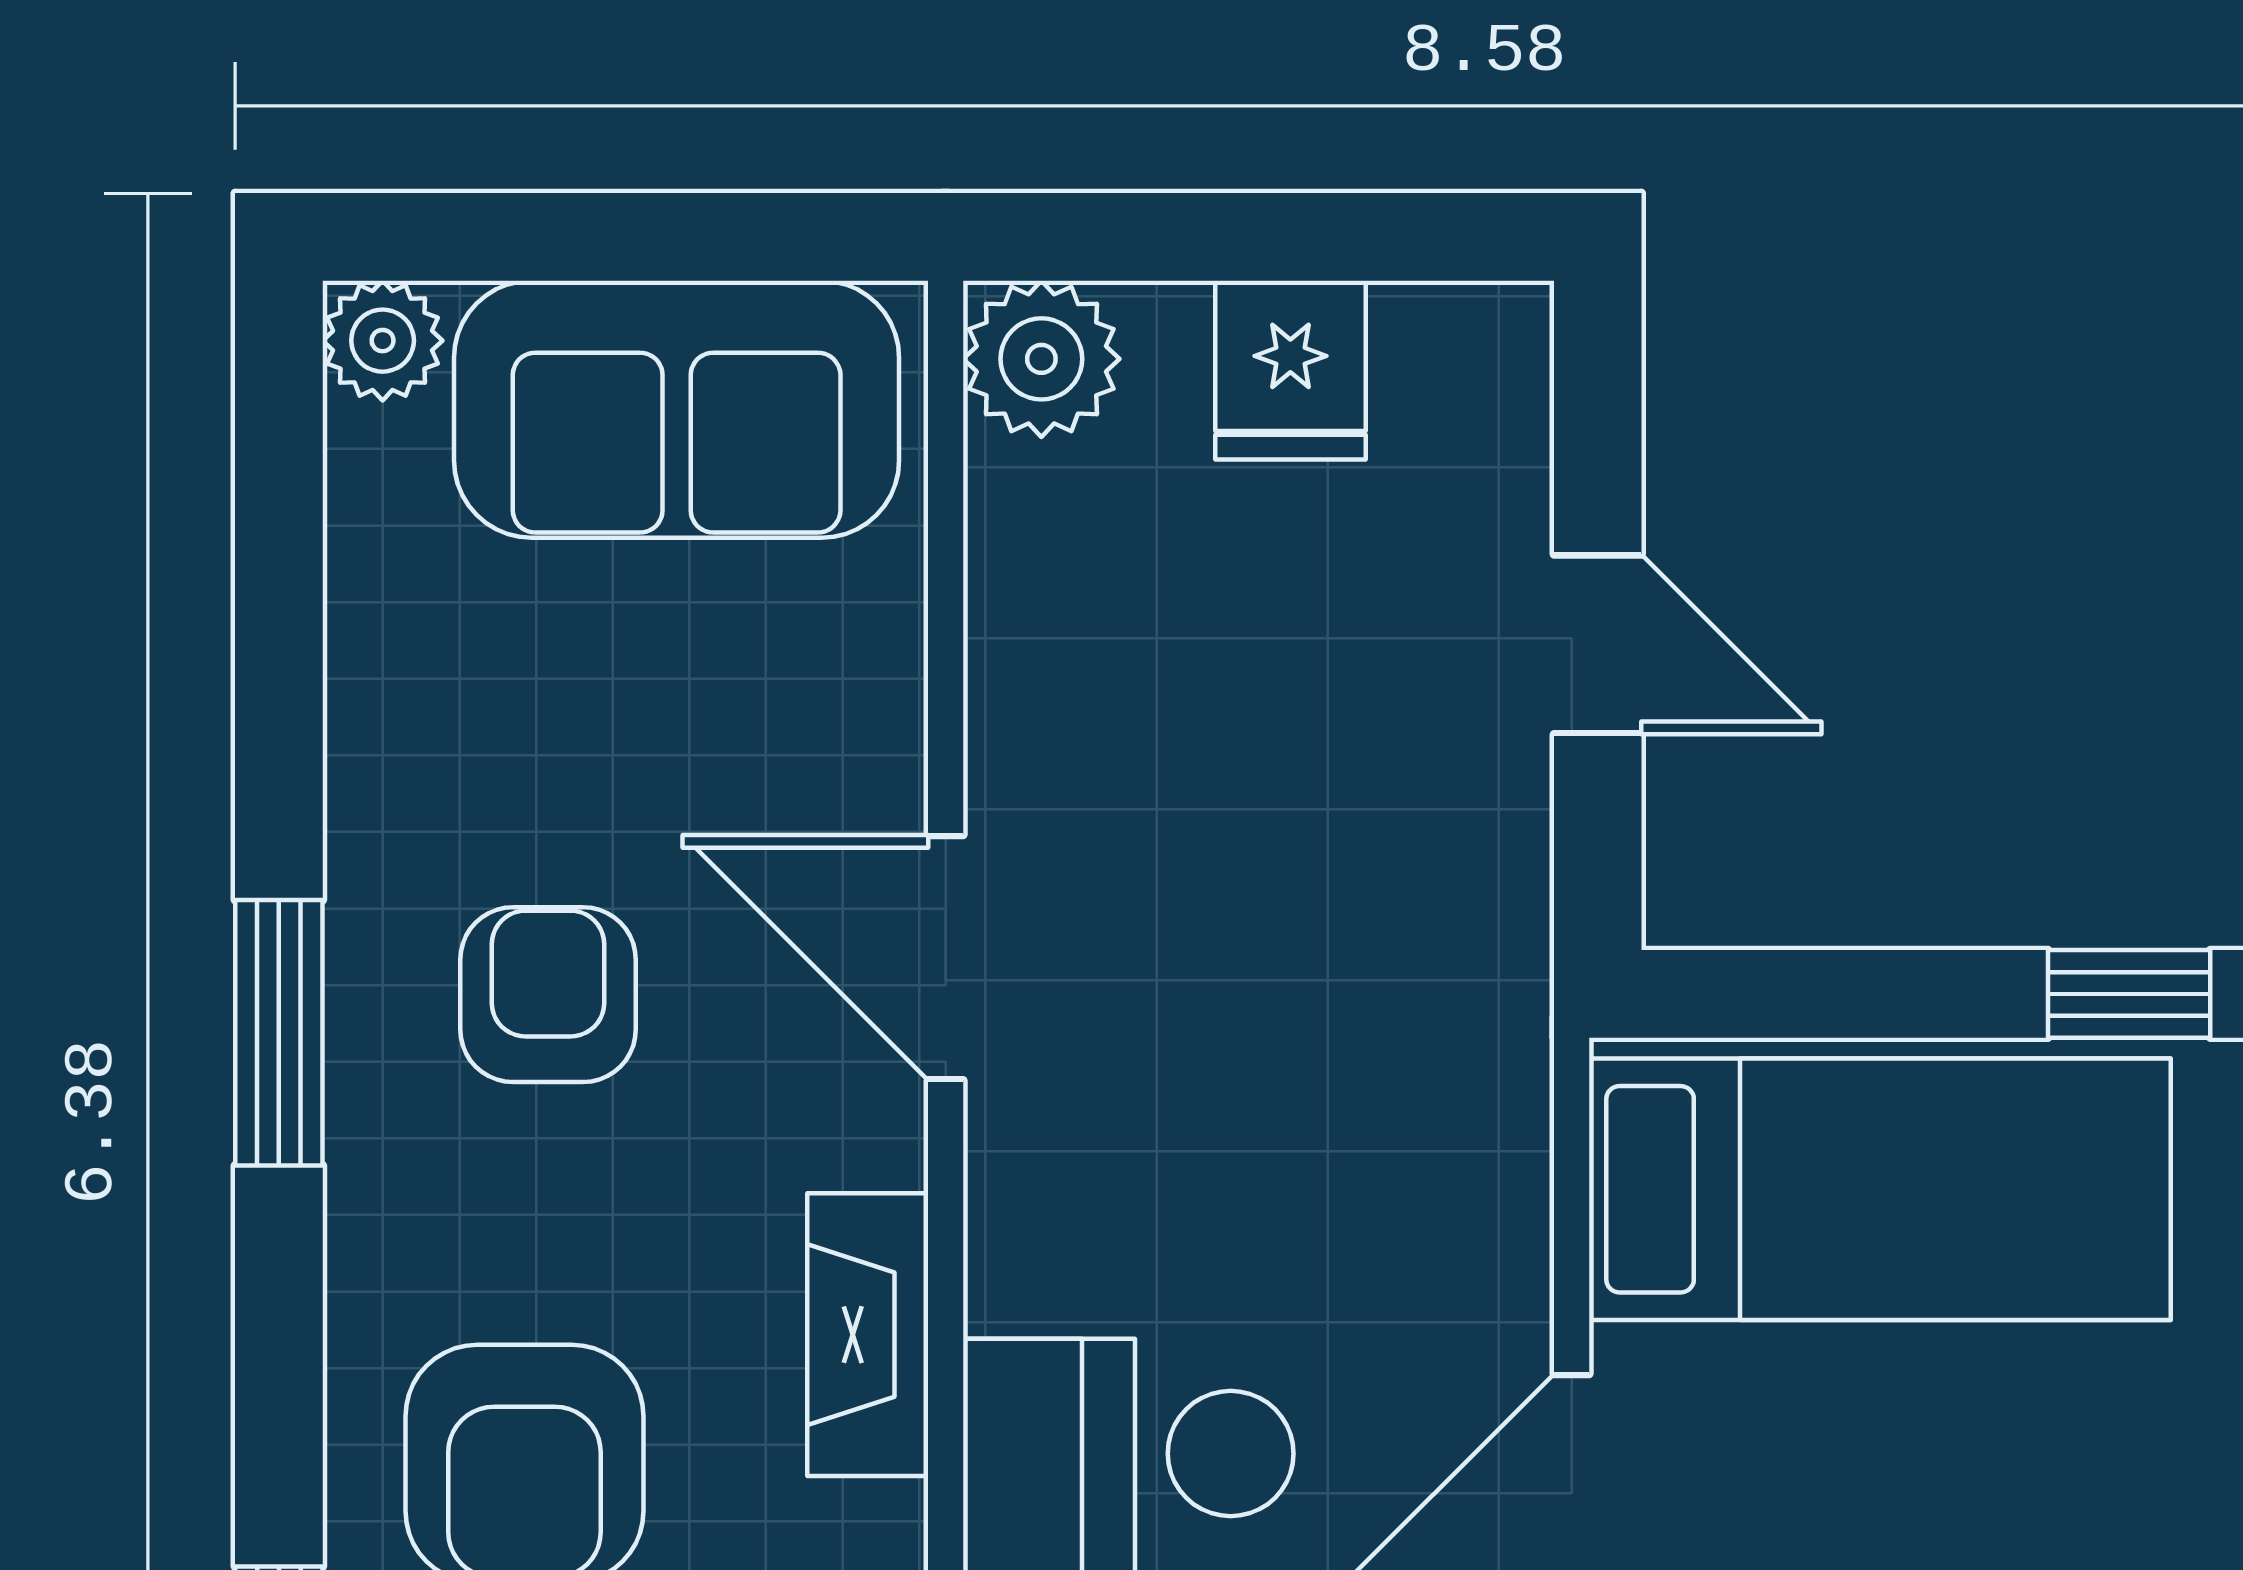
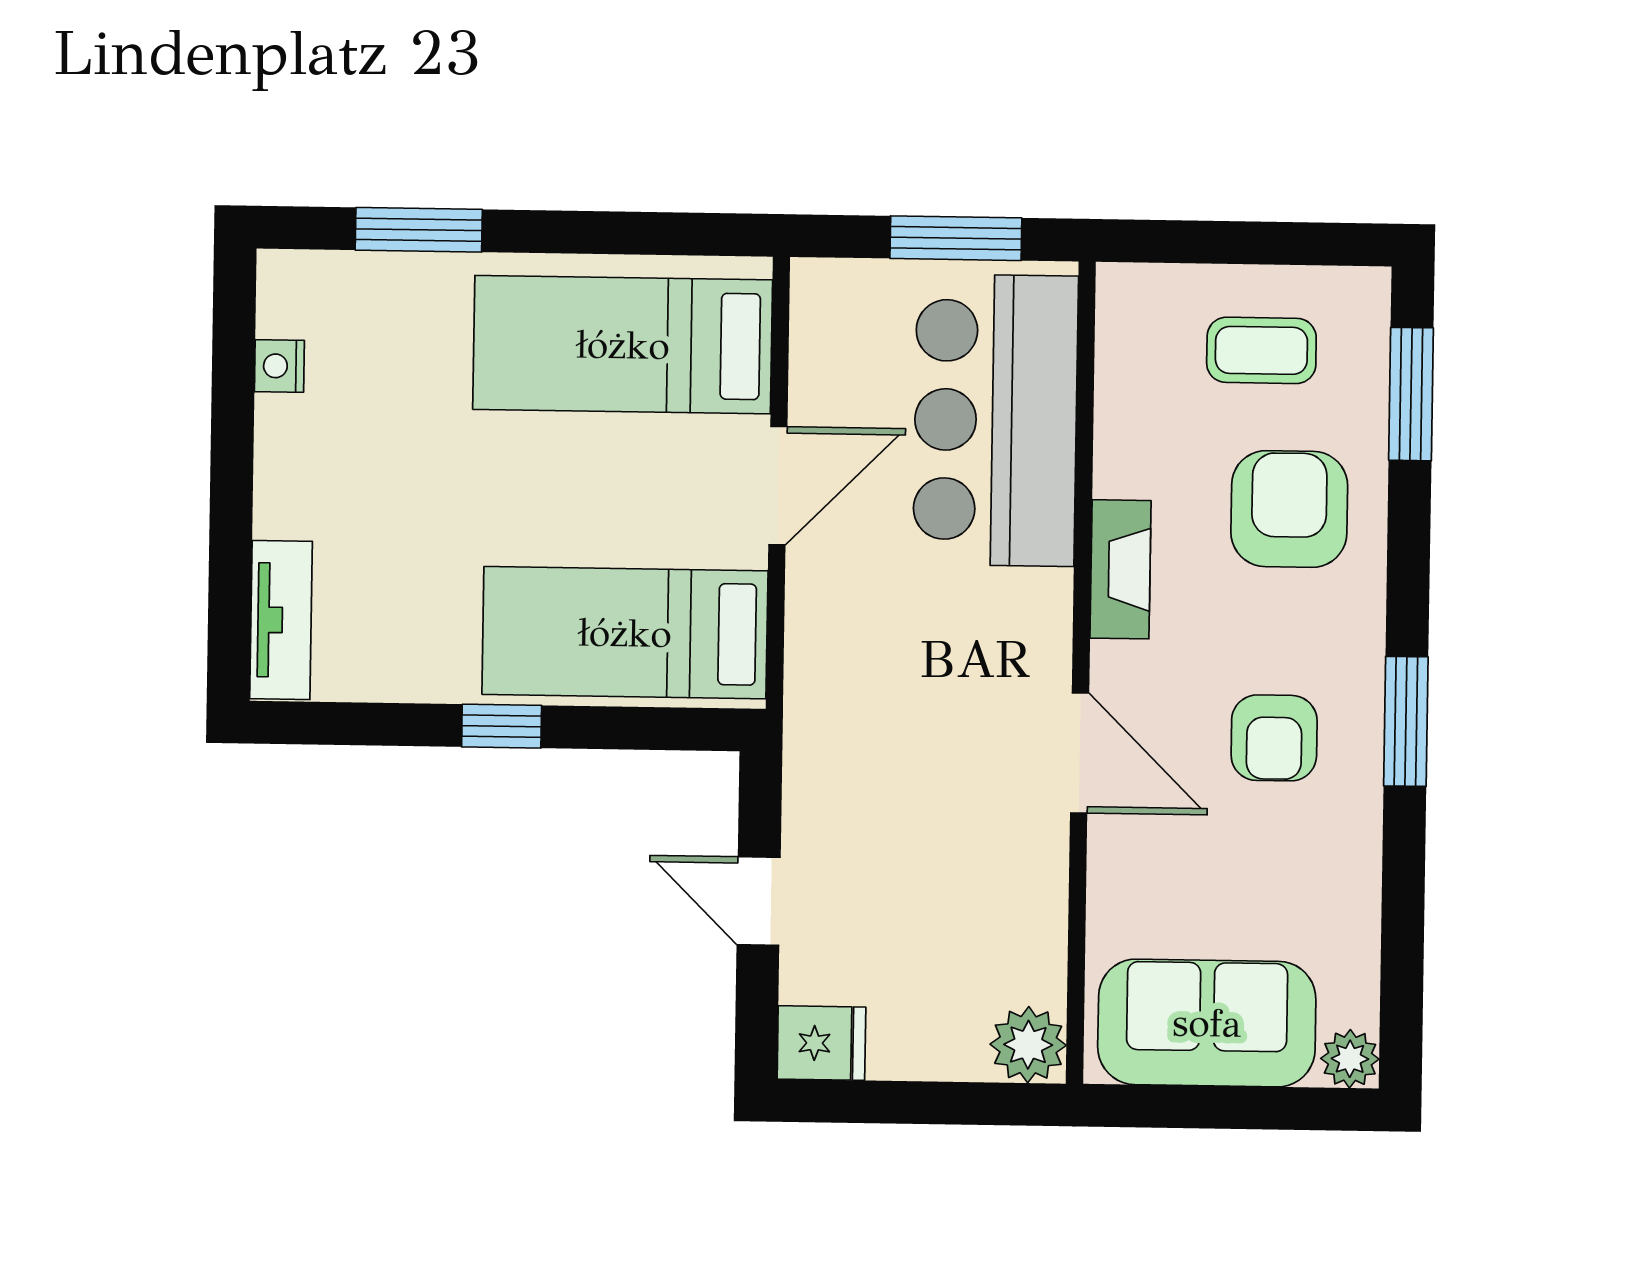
fridge: (1290, 370) -> (821, 1043), moved, turned 90

